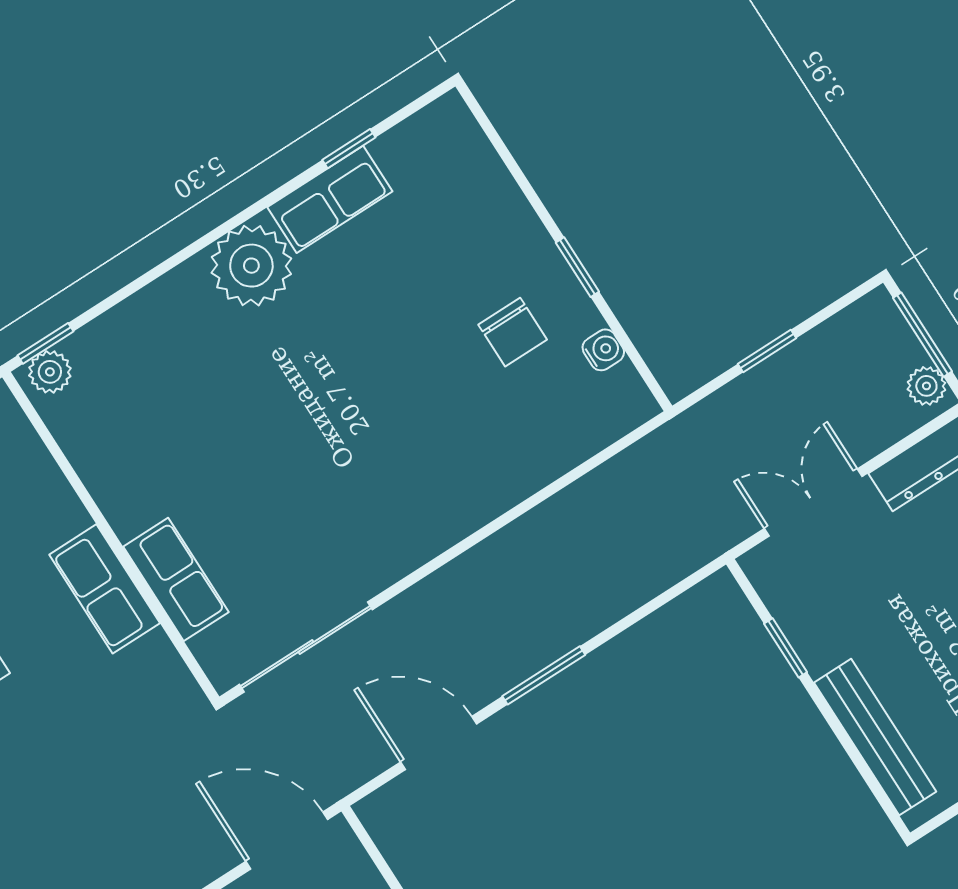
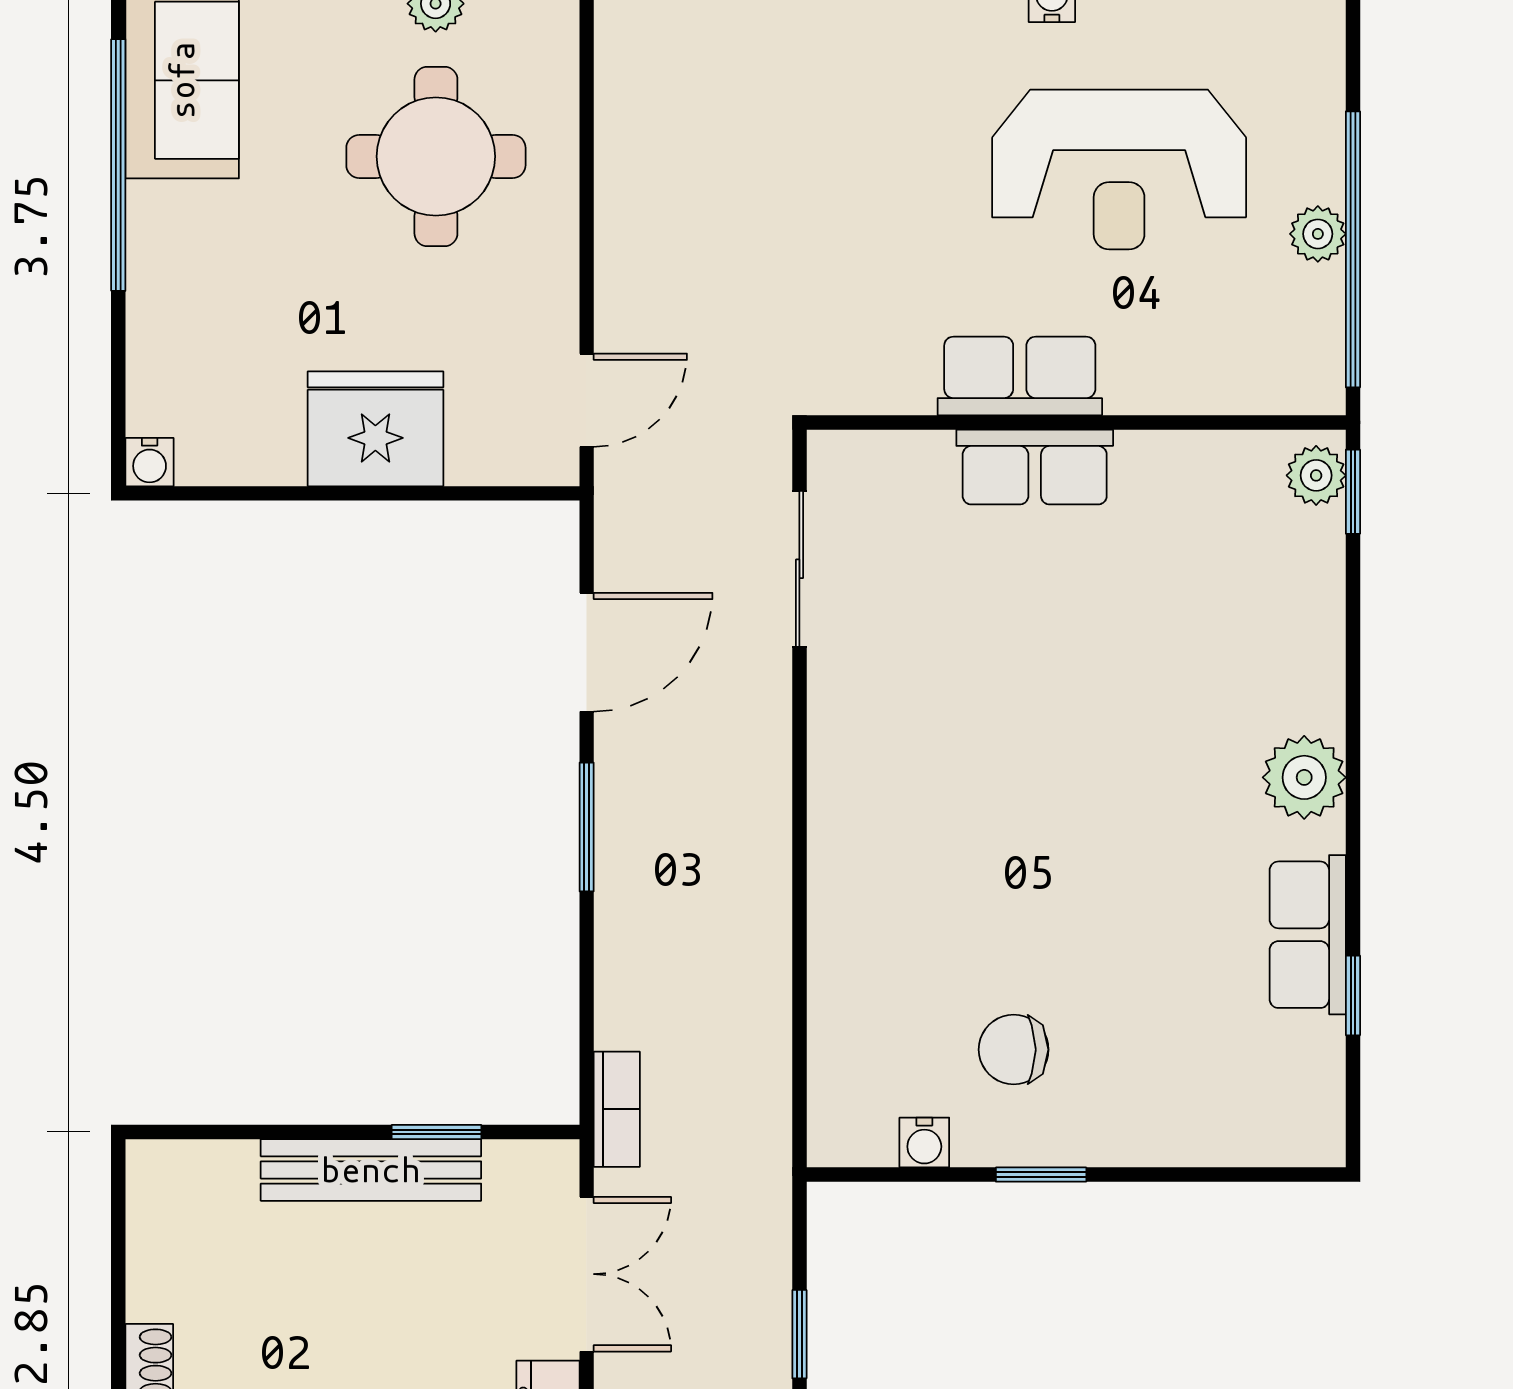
plant: (251, 266) -> (1304, 777), width x0.73, depth x0.73
bookcase: (702, 548) -> (617, 1109), added
row of seats: (176, 579) -> (1035, 467), moved
sliding door: (306, 647) -> (799, 569), width x0.73
bench: (875, 737) -> (371, 1170), moved
door: (287, 840) -> (587, 400), width x0.73

